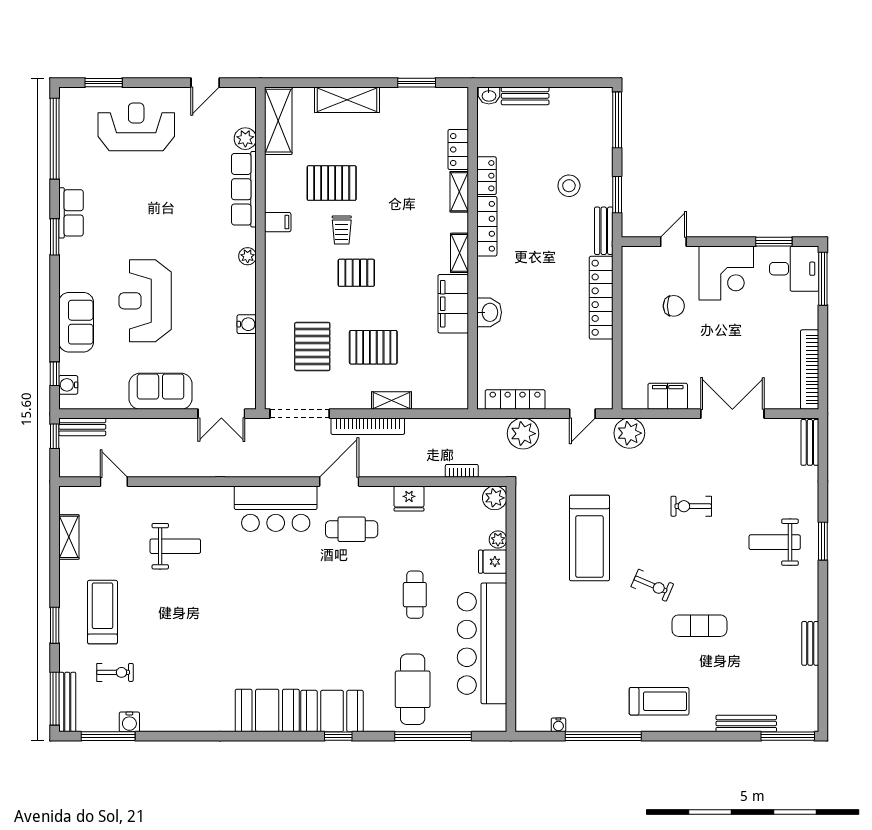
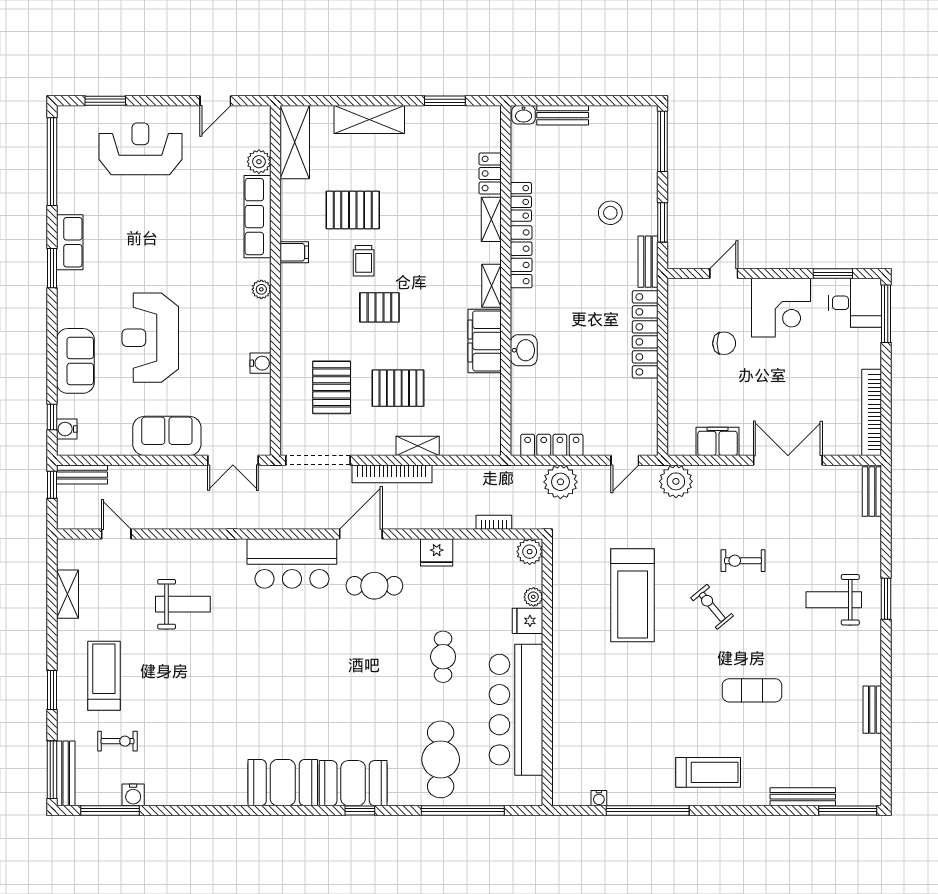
exercise bike: (652, 585) -> (712, 607), moved, turned -153

